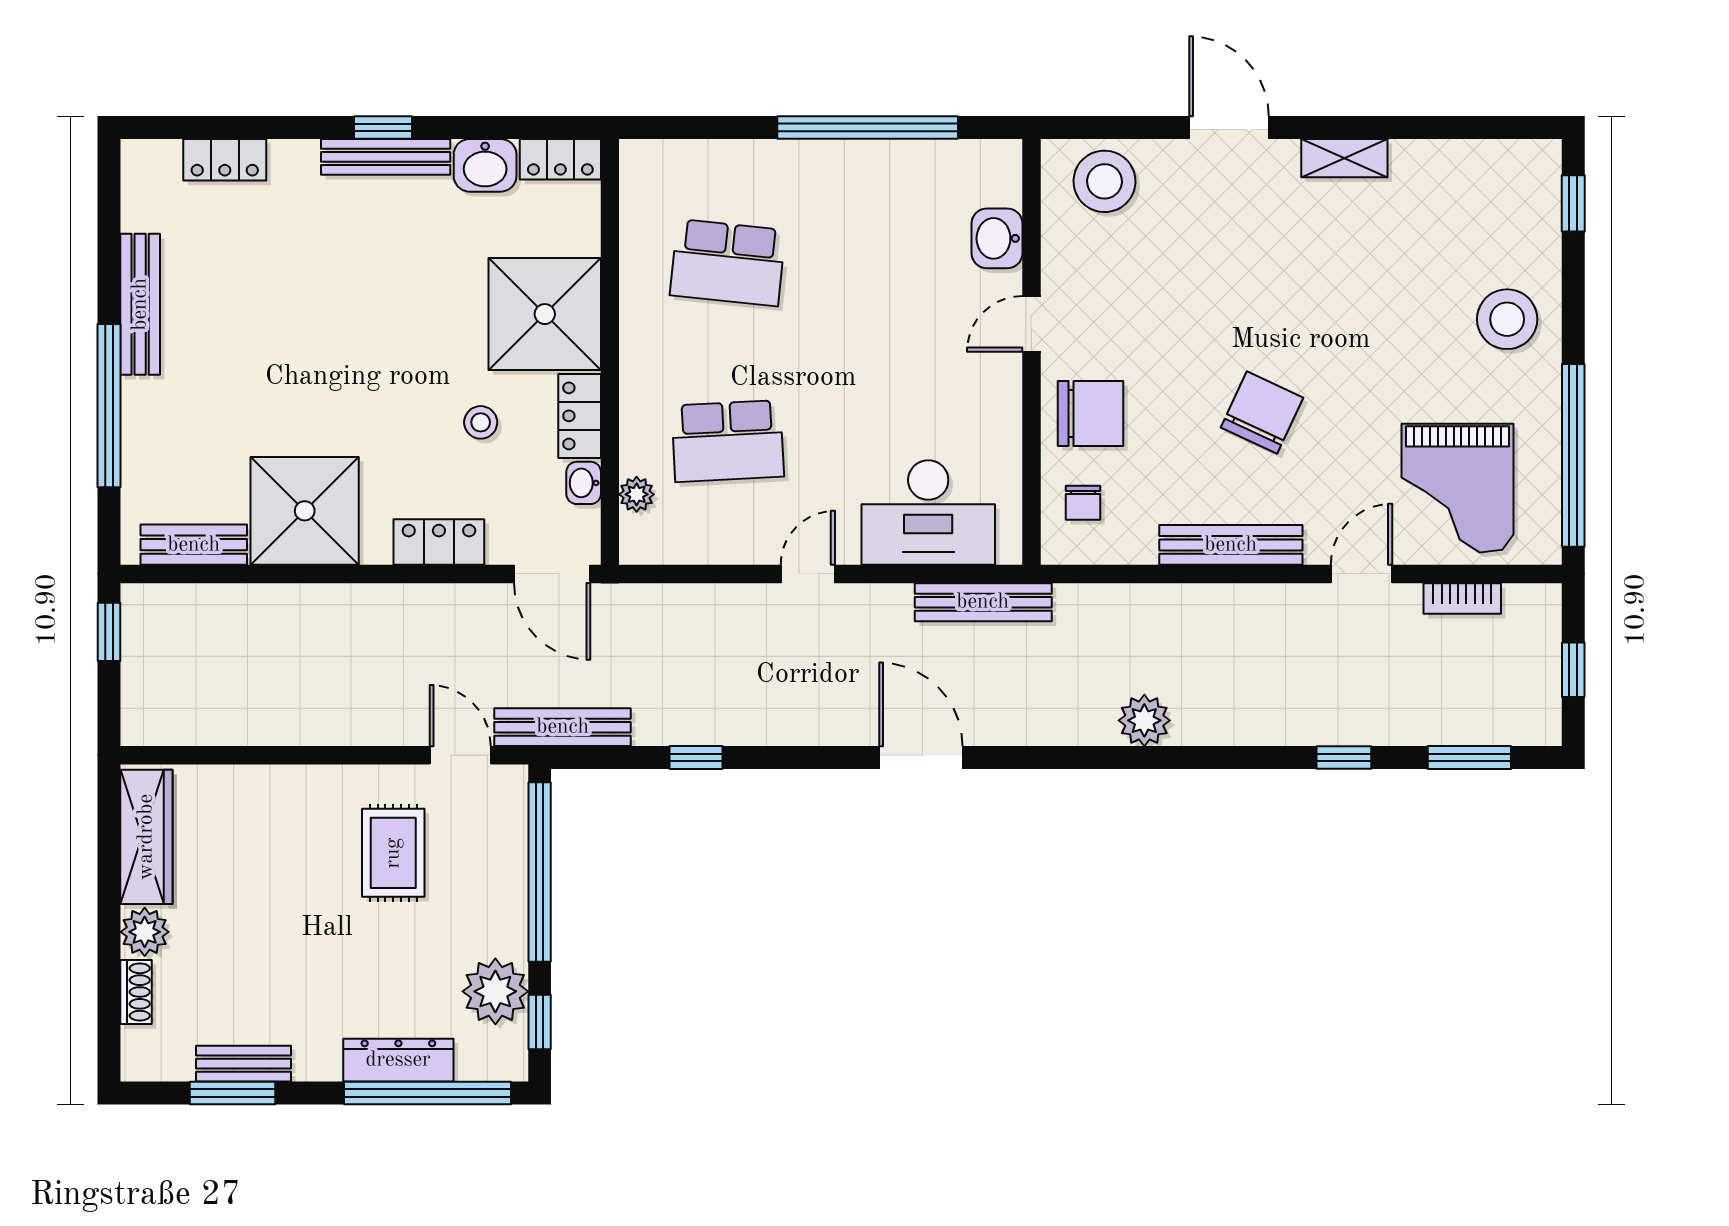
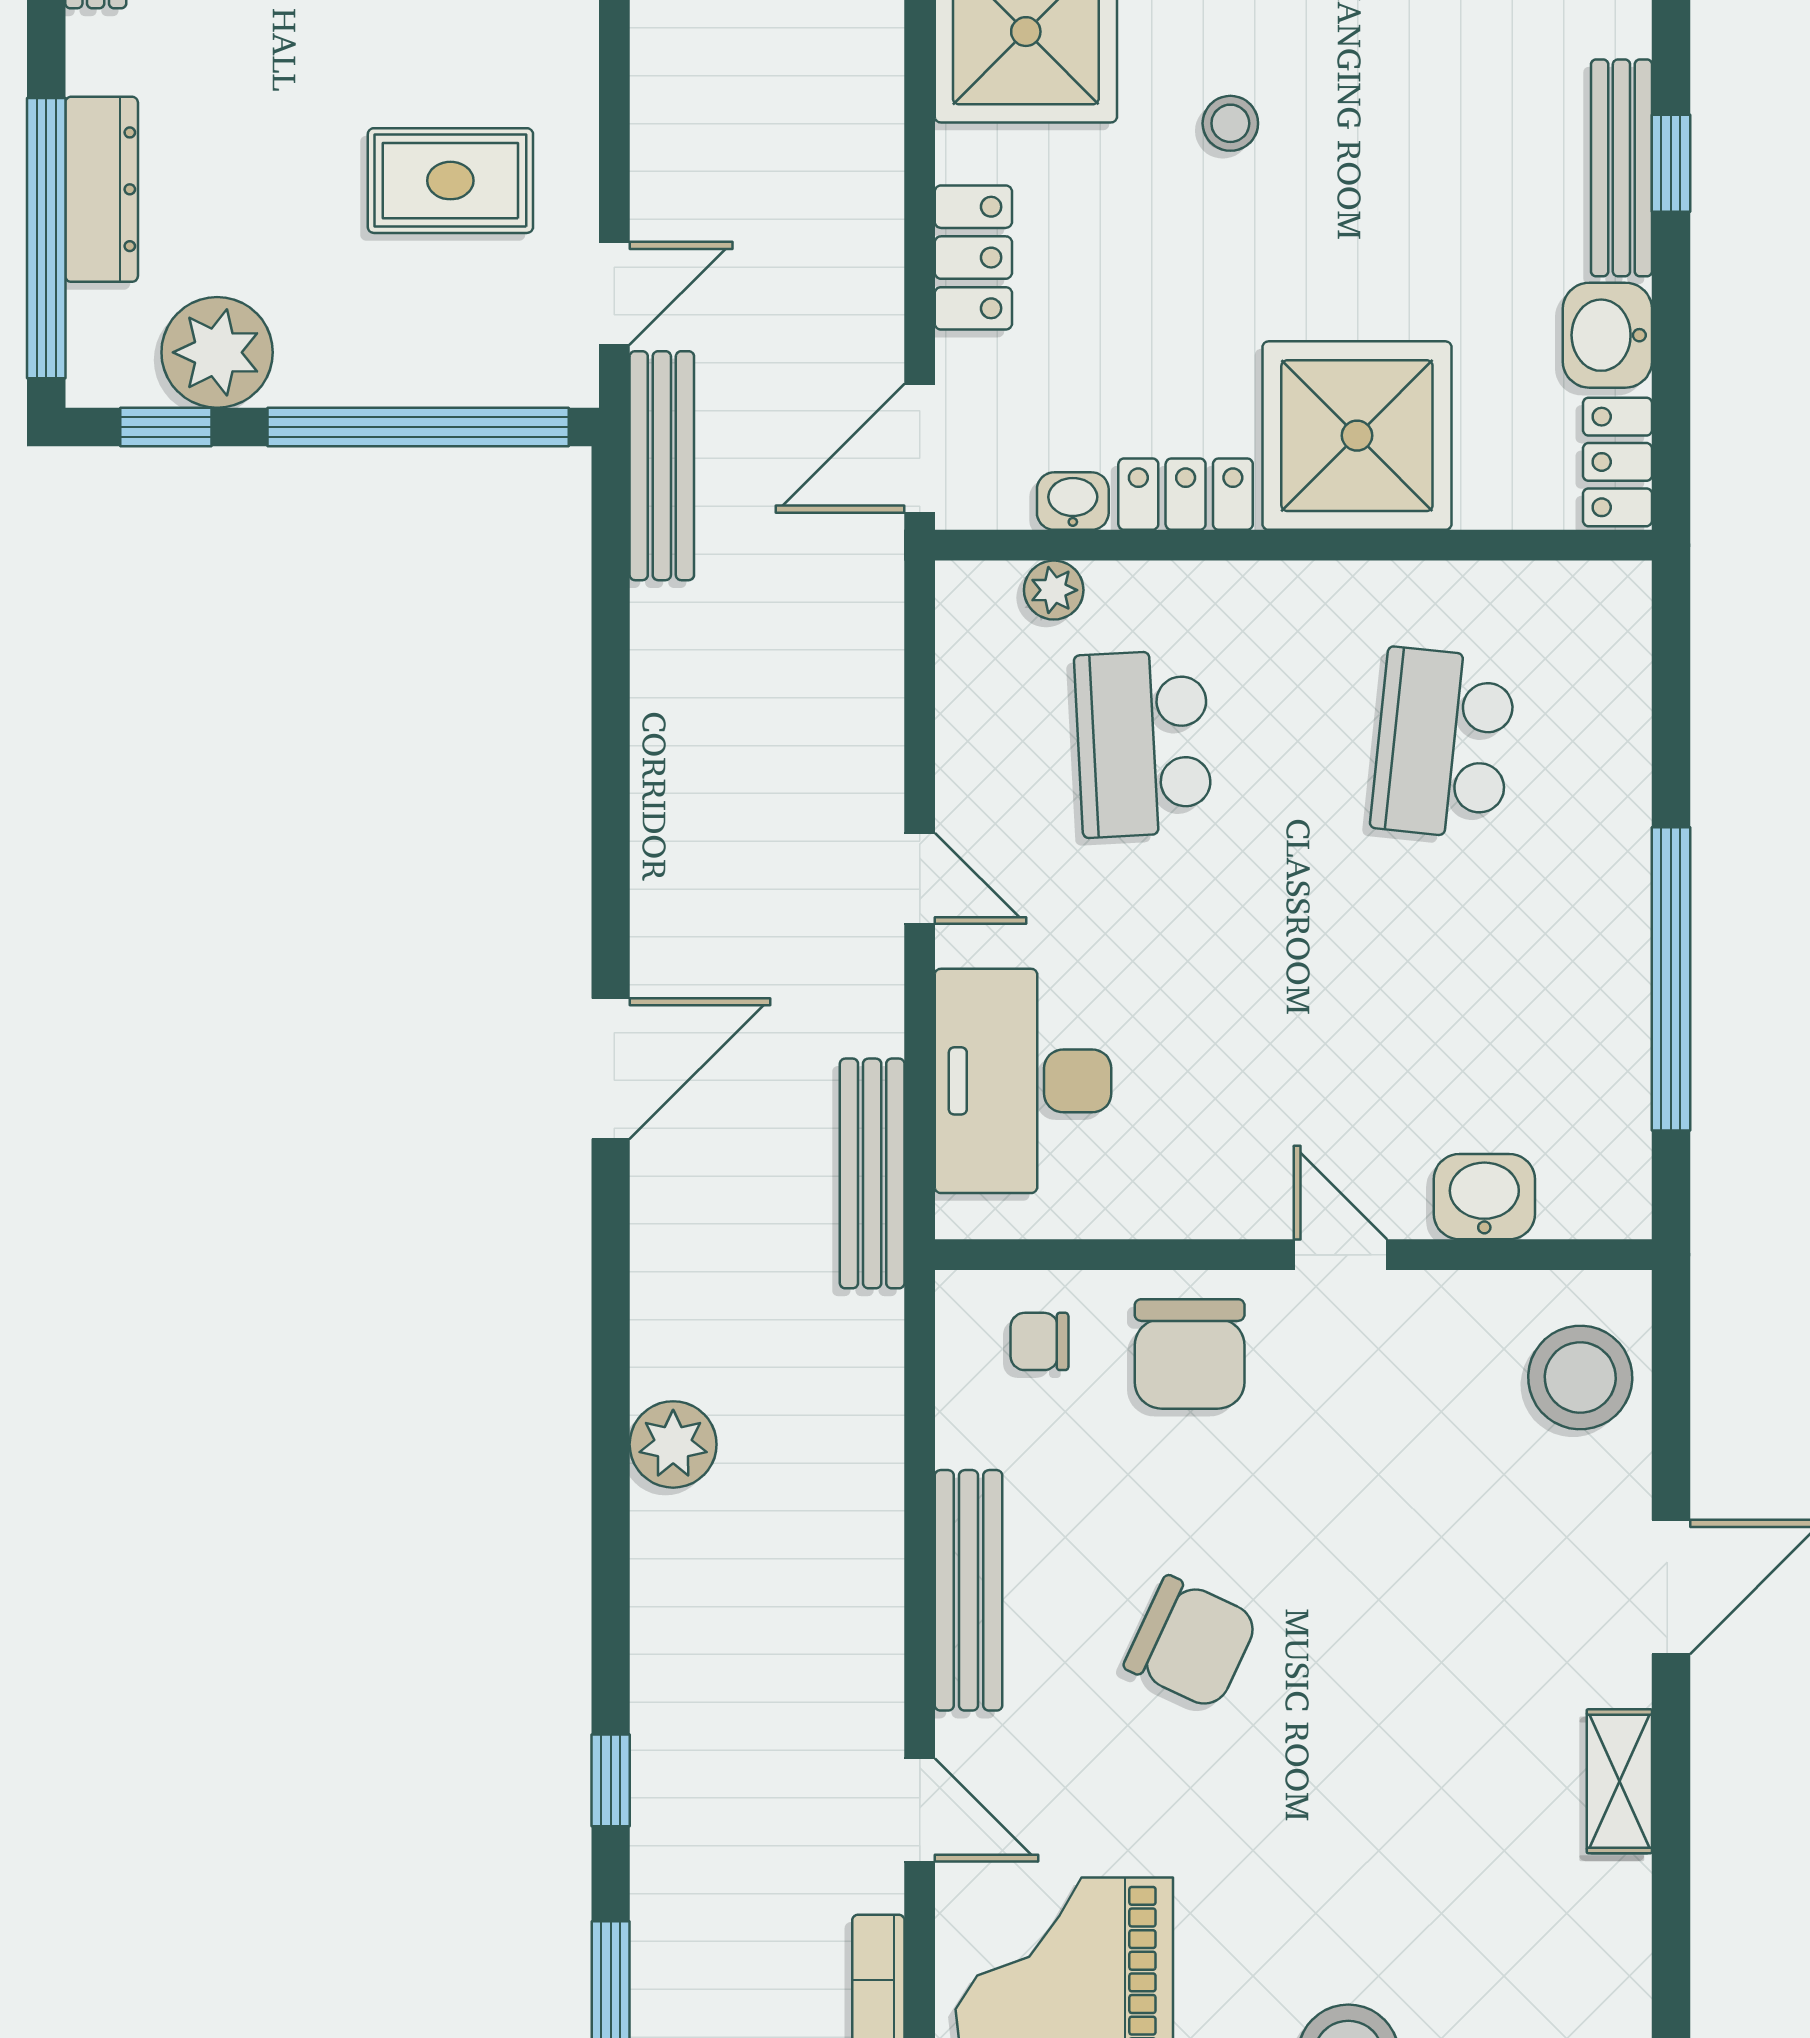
stool: (481, 422) -> (1230, 123), moved
window: (696, 758) -> (611, 690), removed

